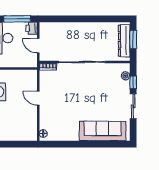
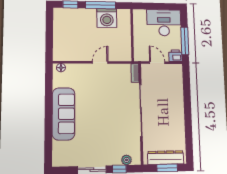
door: (38, 46) -> (157, 63), hinge flipped
sofa: (103, 131) -> (64, 114), moved

